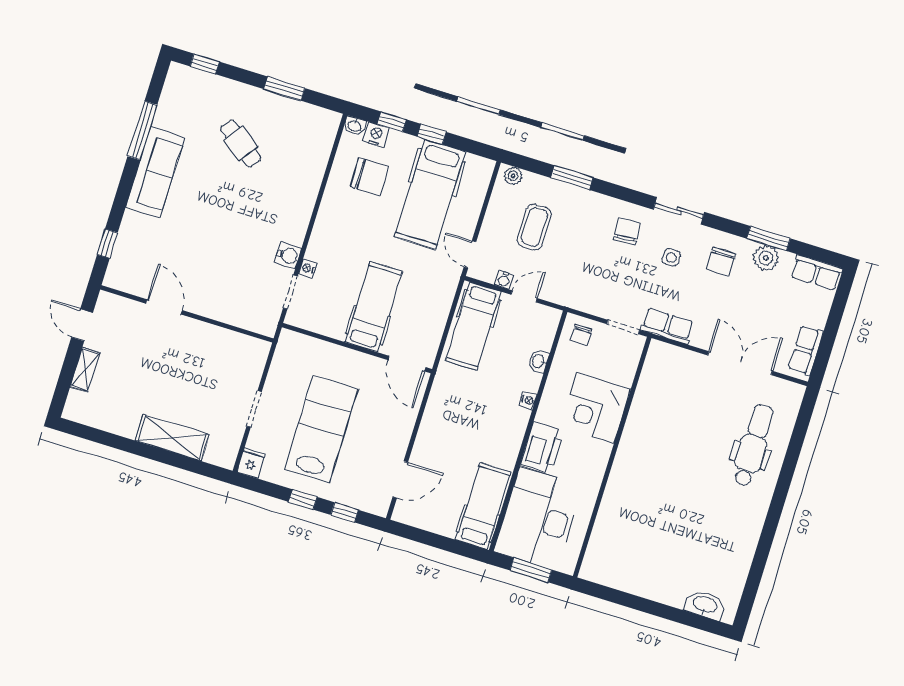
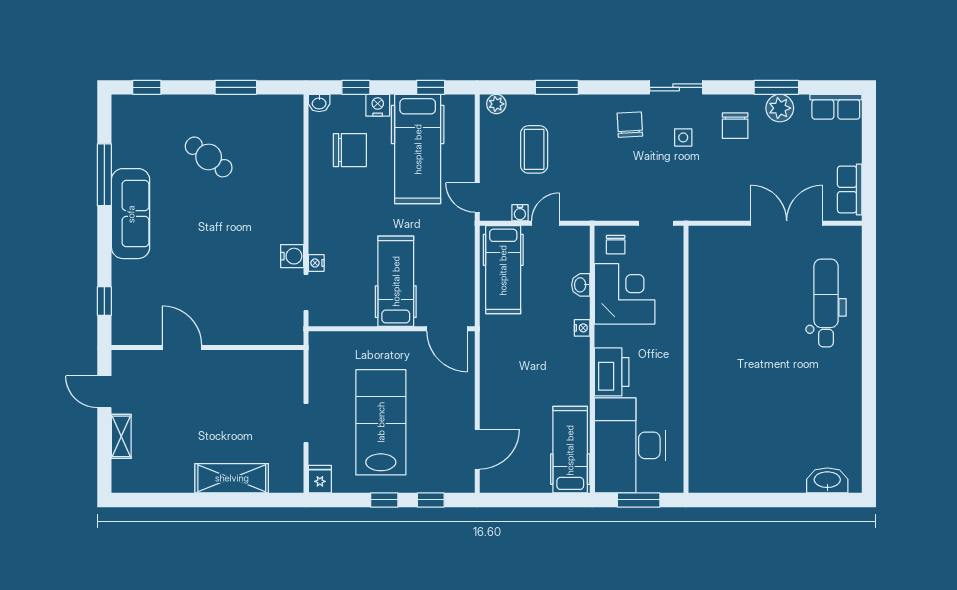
window: (432, 134) -> (431, 87), moved
nightstand: (376, 135) -> (378, 105), moved
row of seats: (667, 326) -> (701, 208), removed
corner desk: (595, 408) -> (625, 294), moved, turned 180

